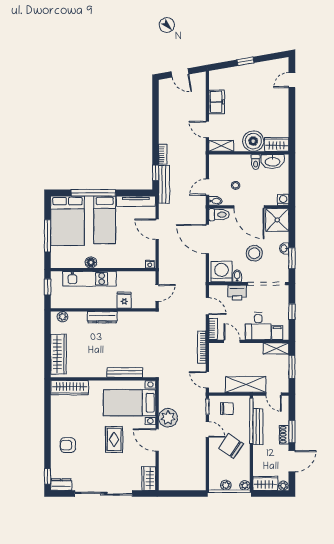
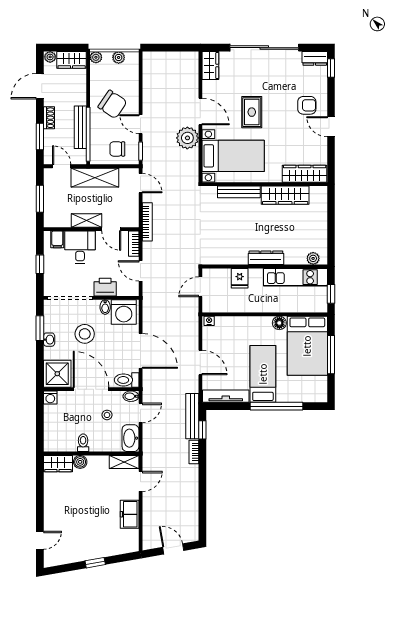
door: (207, 130) -> (141, 481), hinge flipped
boiler: (253, 141) -> (80, 462), width x0.54, depth x0.54
washbasin: (273, 161) -> (130, 438), moved, turned -90
bed: (67, 221) -> (307, 346), moved, turned 180
kitchen unit: (89, 279) -> (295, 277), moved, turned 180
shelving: (276, 349) -> (86, 220), moved
wardrobe: (58, 354) -> (285, 195), moved, turned -90
door: (48, 427) -> (331, 127), added
window: (292, 432) -> (40, 137), moved

